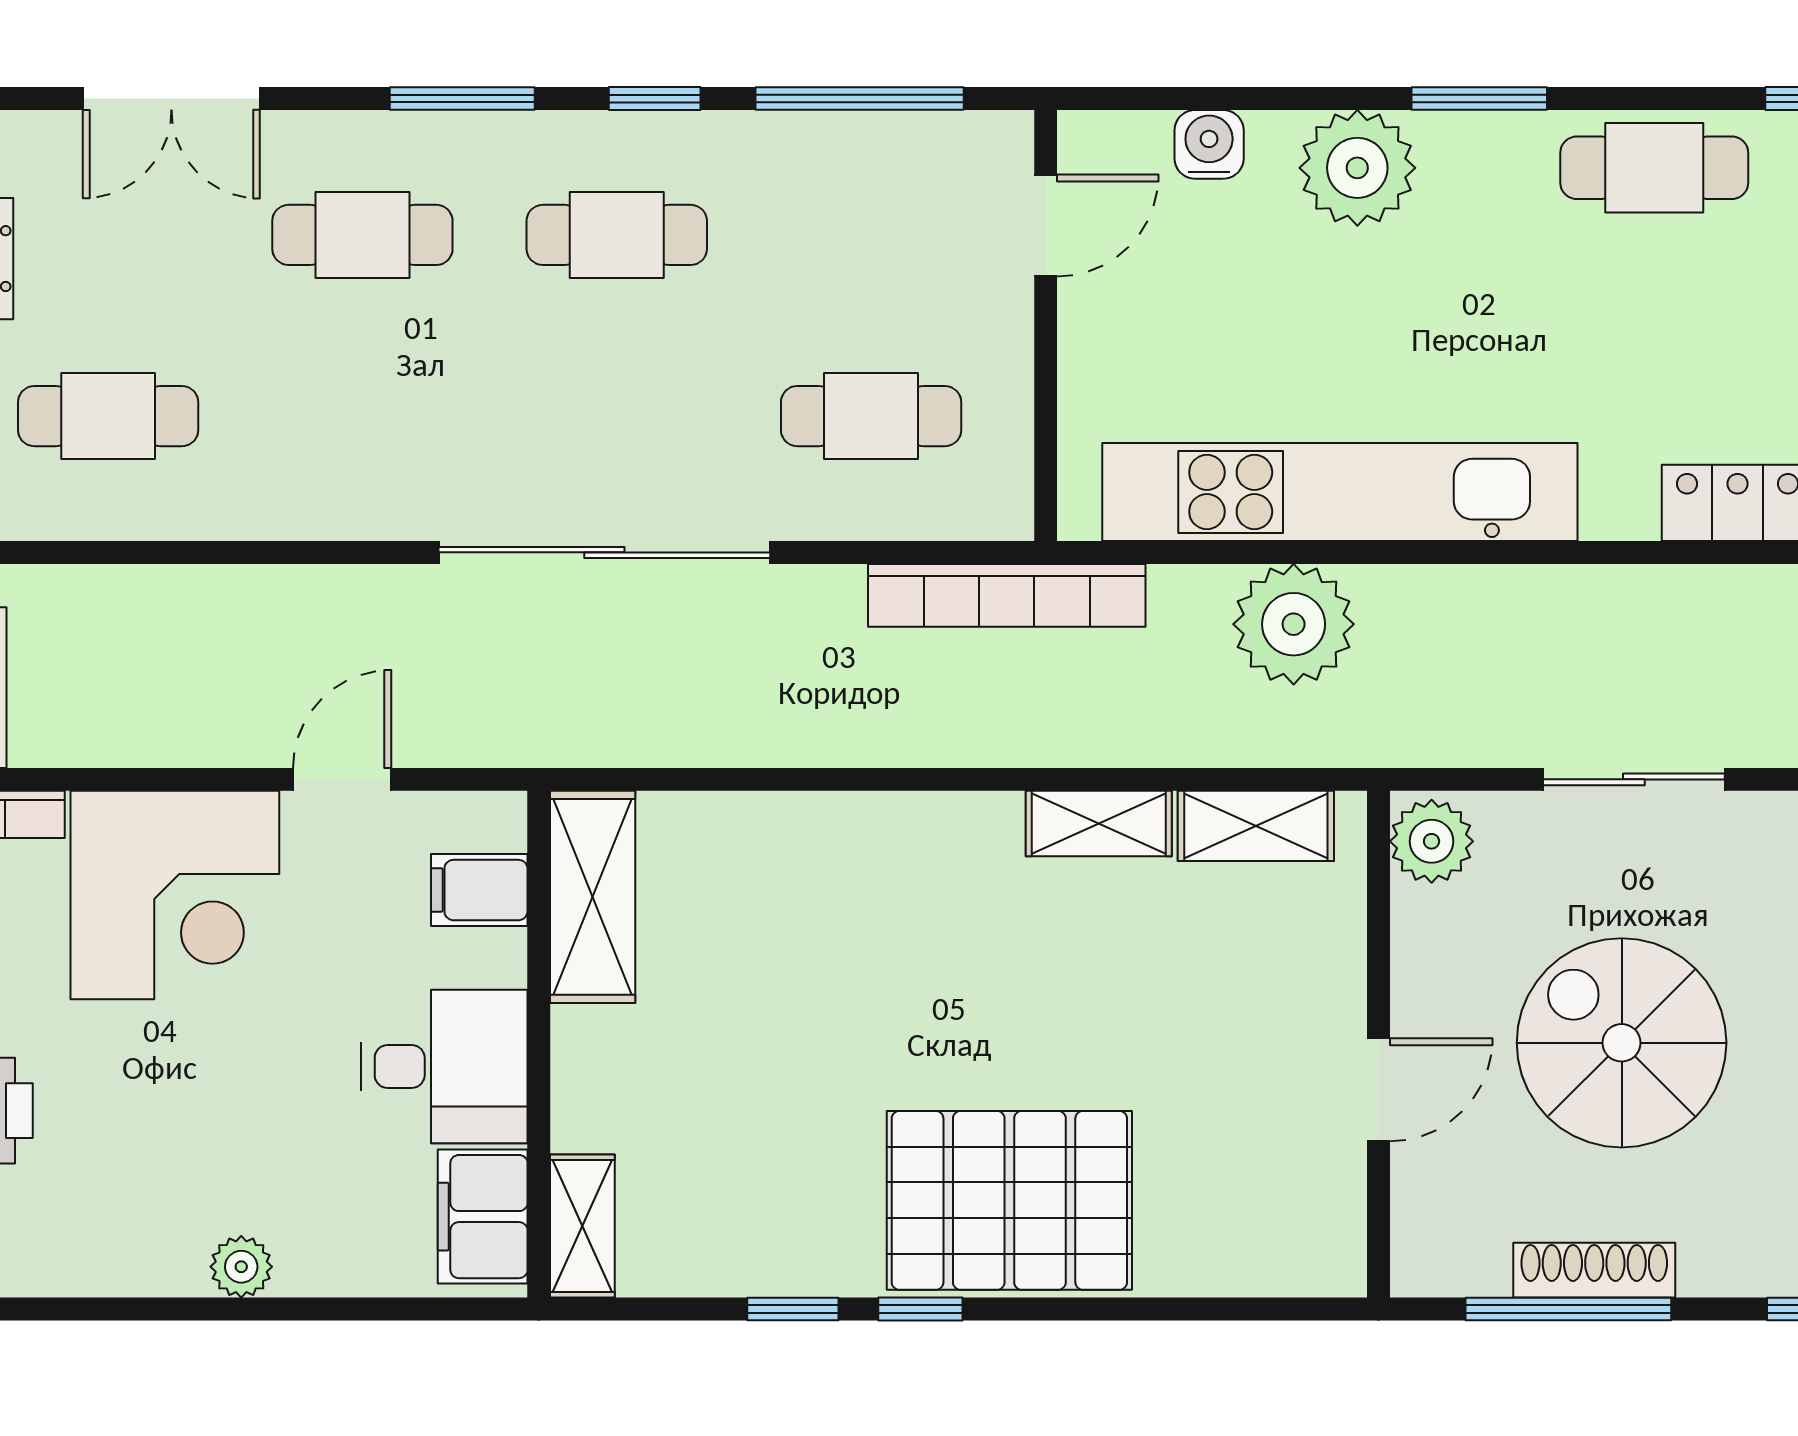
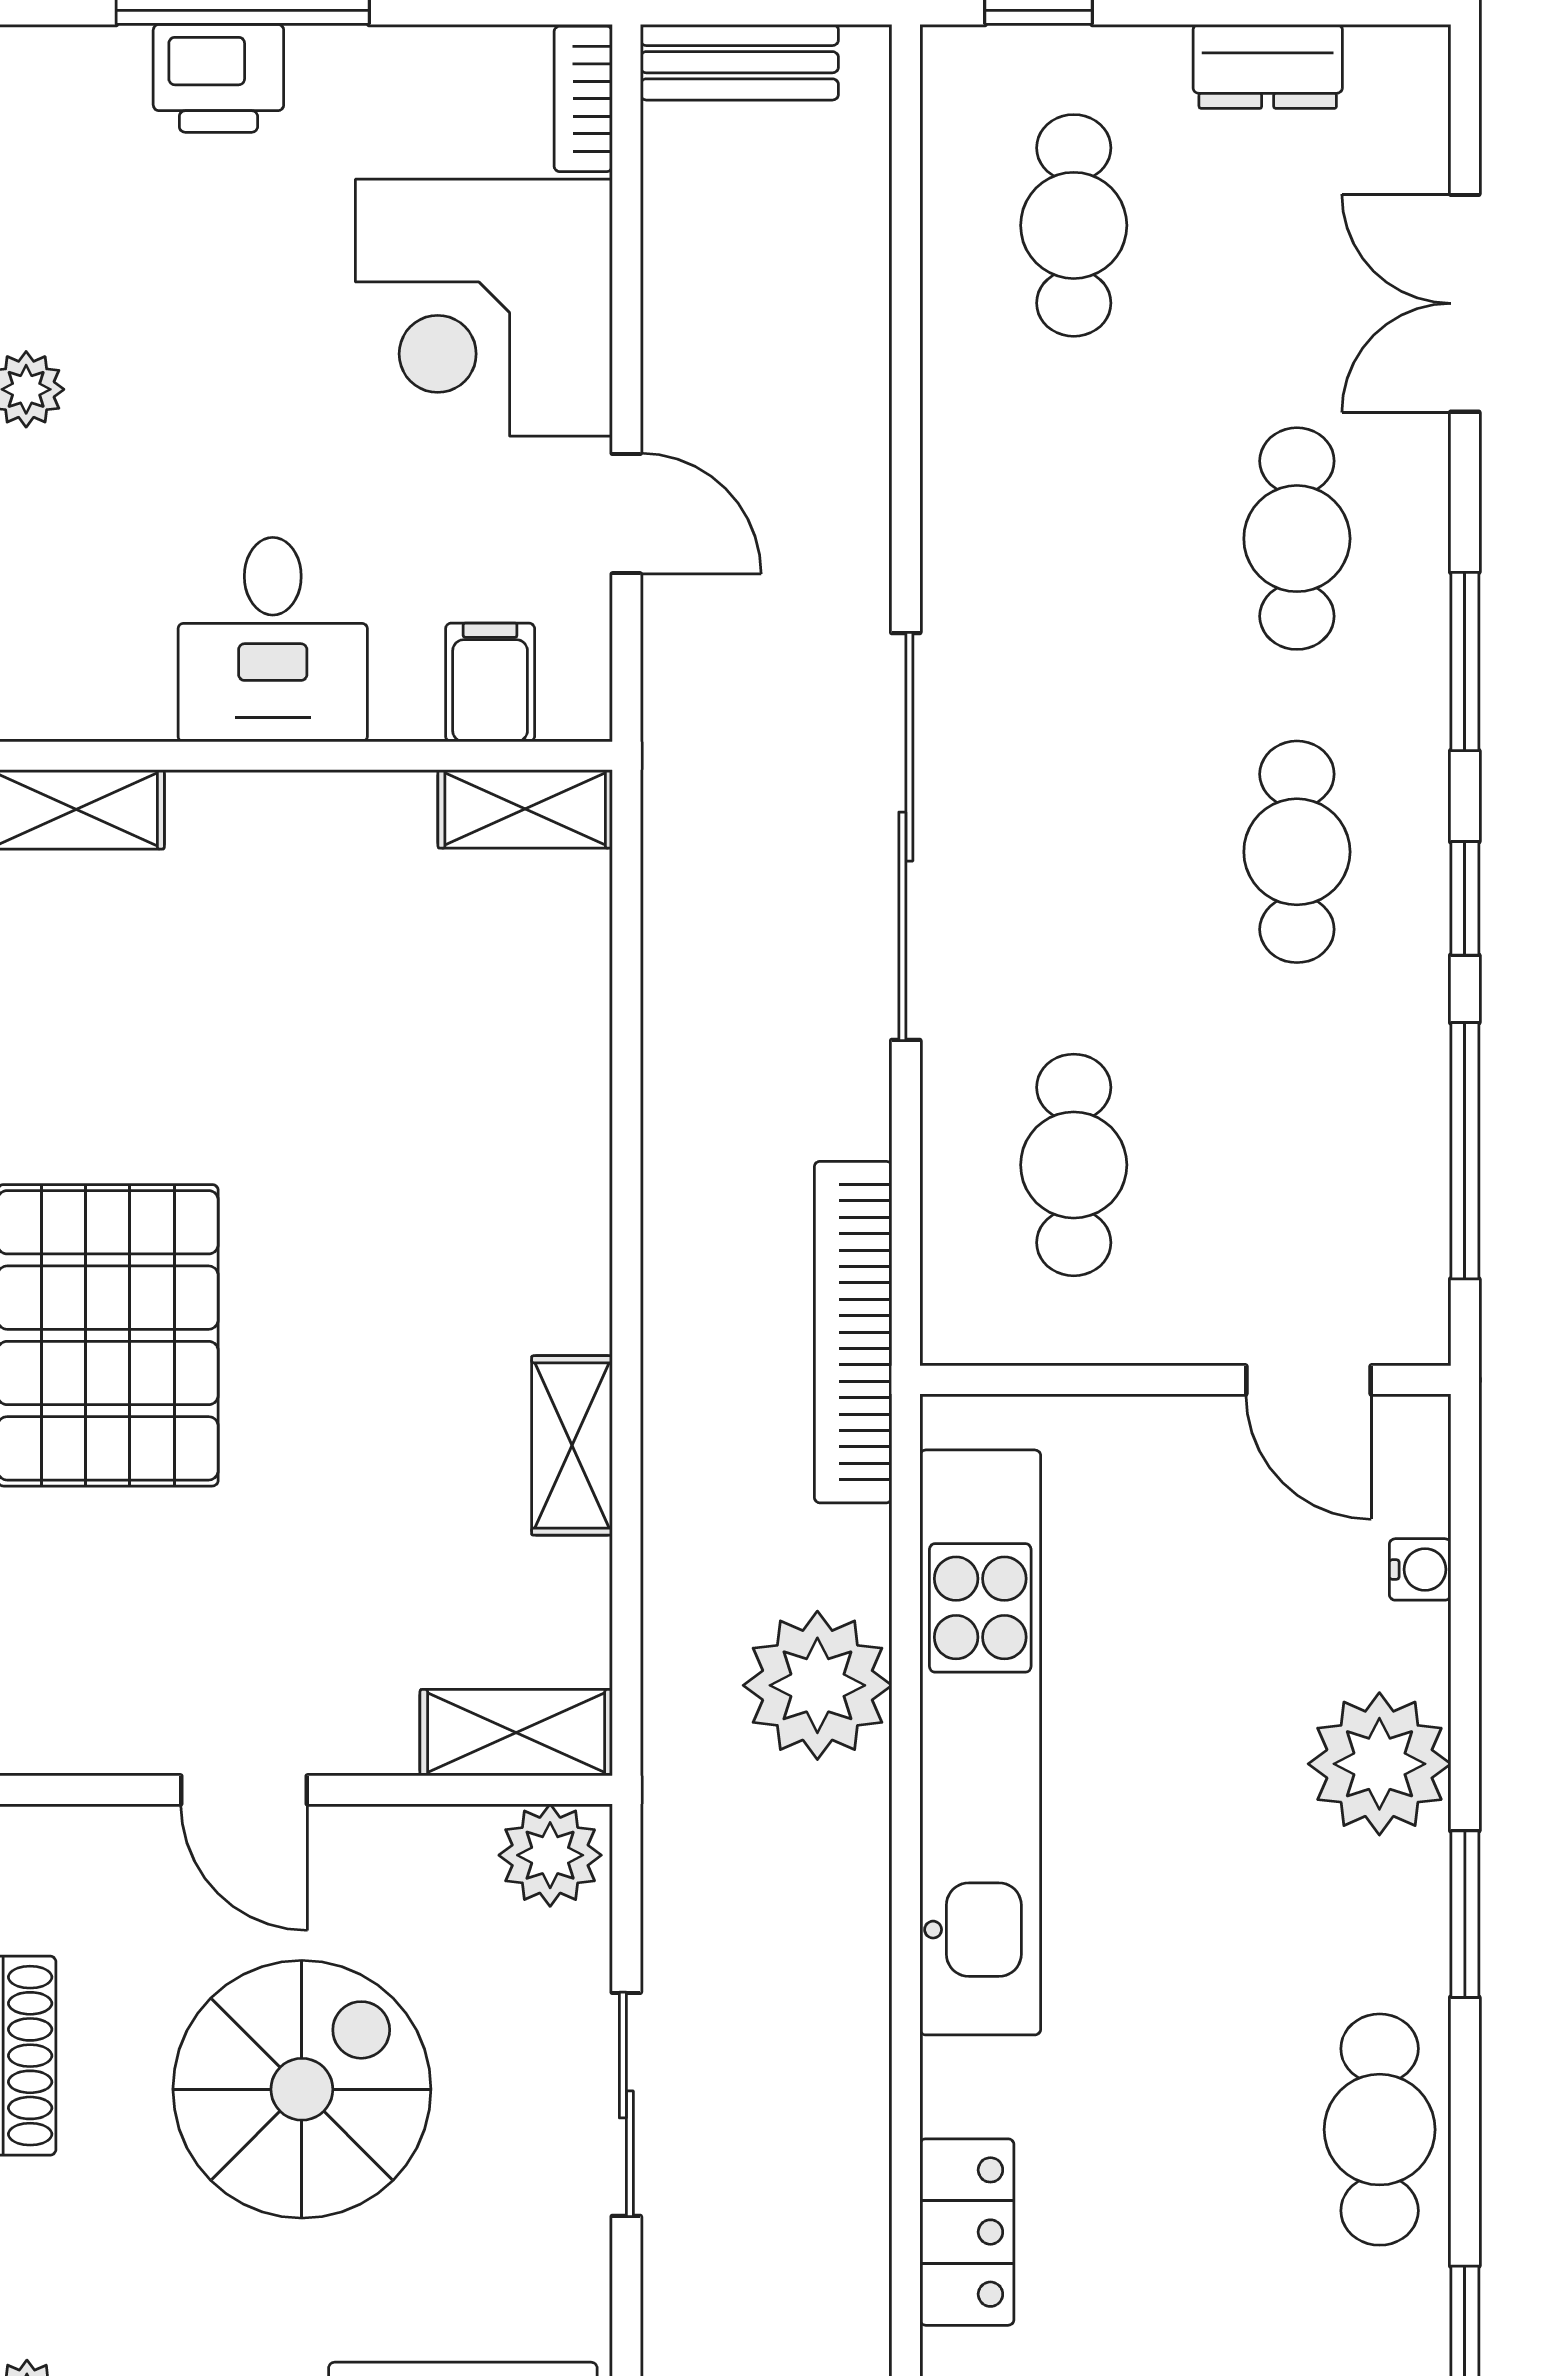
water cooler: (1209, 144) -> (1420, 1569), width x0.72, depth x0.72
shelving: (1256, 826) -> (516, 1733), moved, turned 90
shelving: (593, 897) -> (525, 809), width x0.67, depth x0.75
filing cabinet: (483, 1217) -> (88, 687), removed

